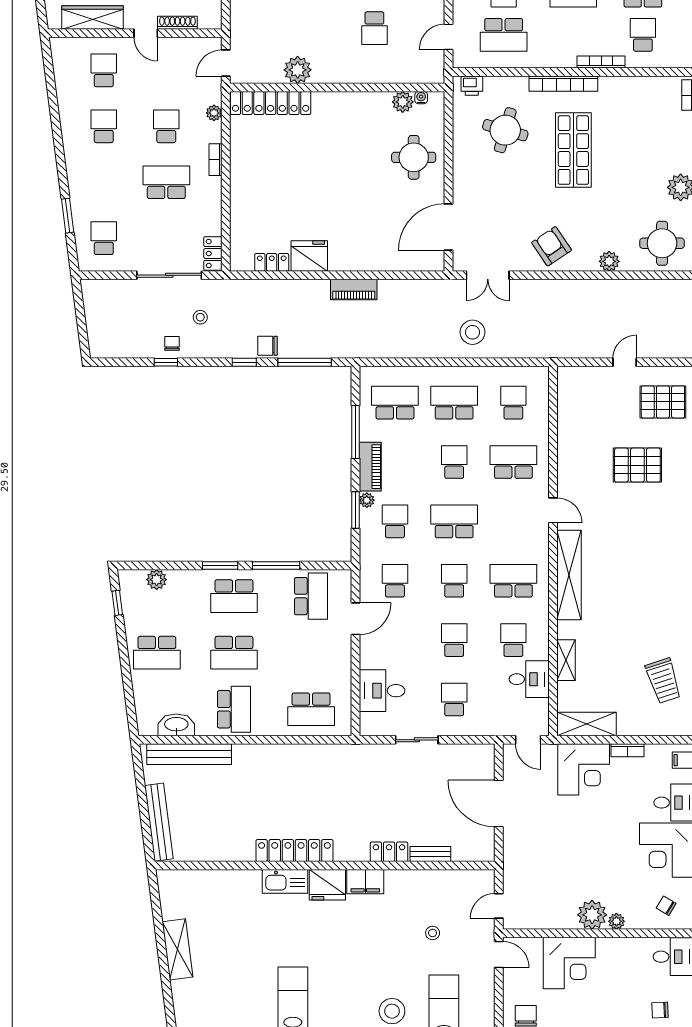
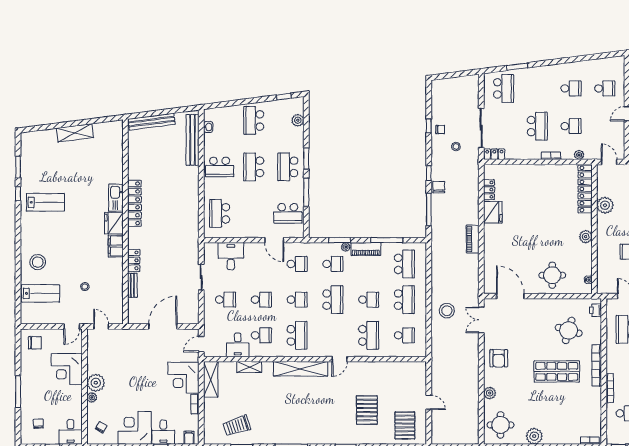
plant: (403, 102) -> (586, 237), moved
school desk: (104, 238) -> (504, 88), width x1.85
armchair: (552, 246) -> (499, 358), turned 124
washbasin: (176, 725) -> (208, 127), width x0.52, depth x0.69

